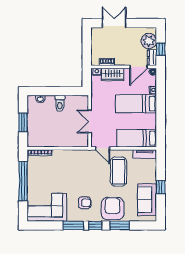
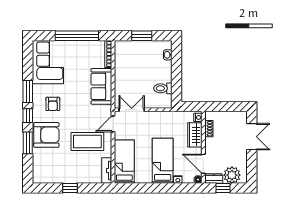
toilet: (60, 103) -> (163, 88), moved
double door: (90, 122) -> (132, 110), moved
sofa: (147, 200) -> (101, 86), moved, turned -90

